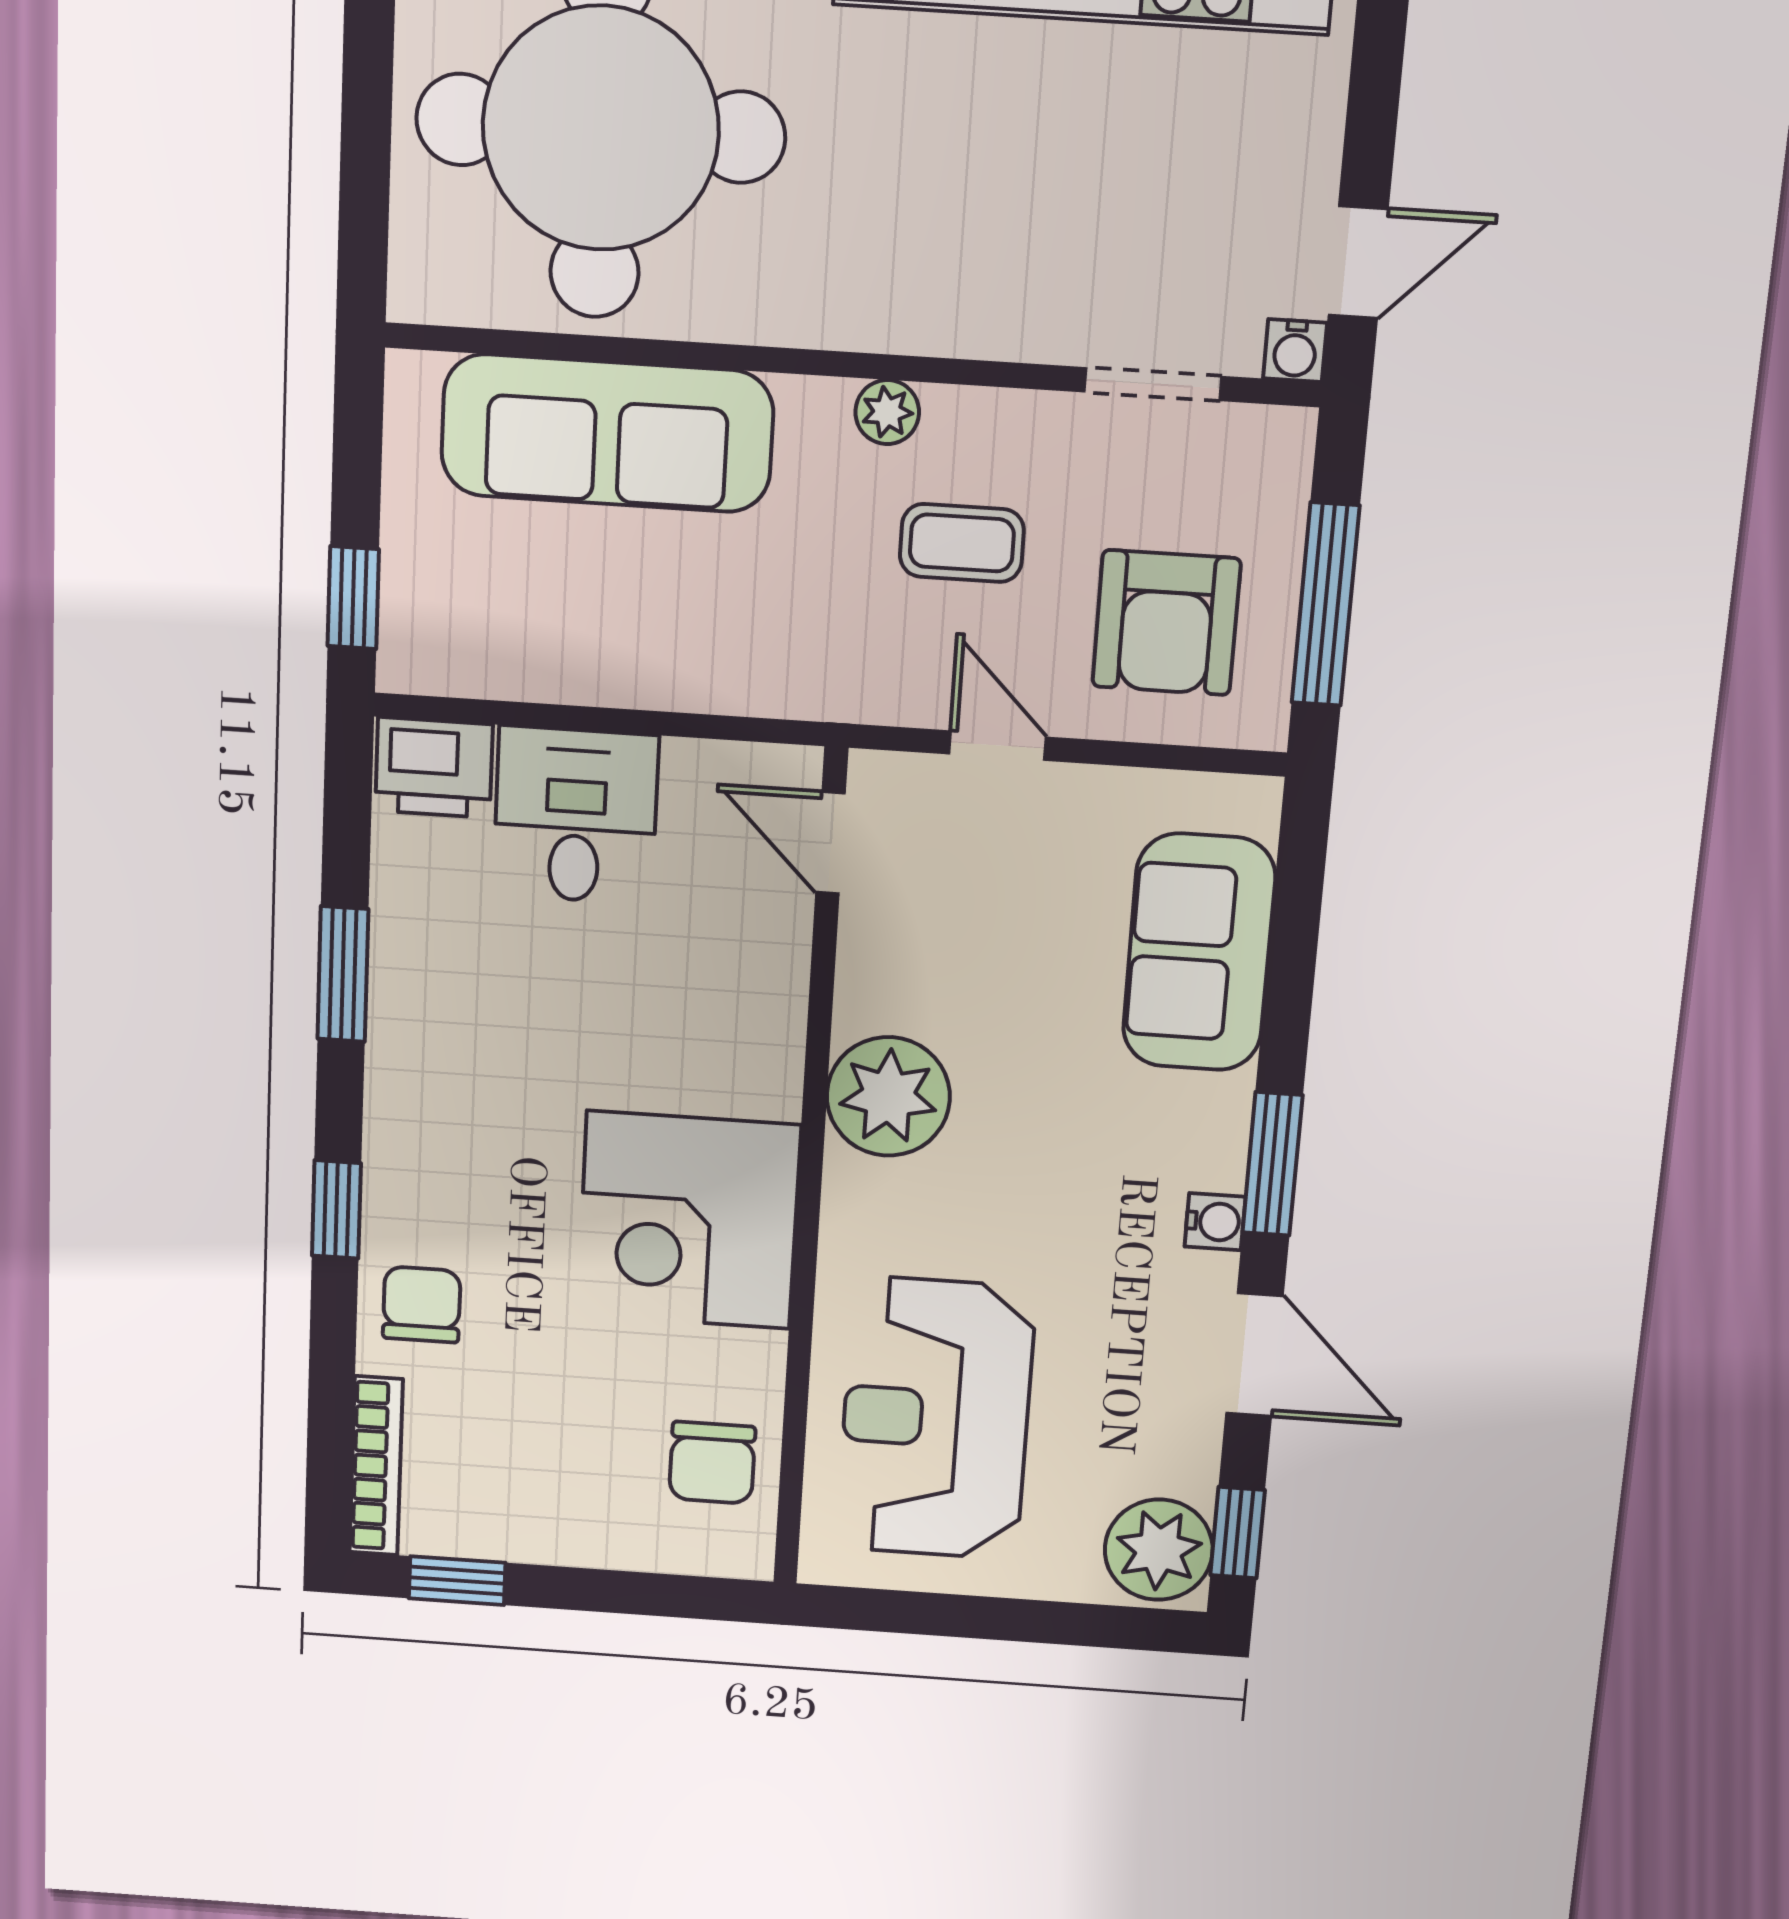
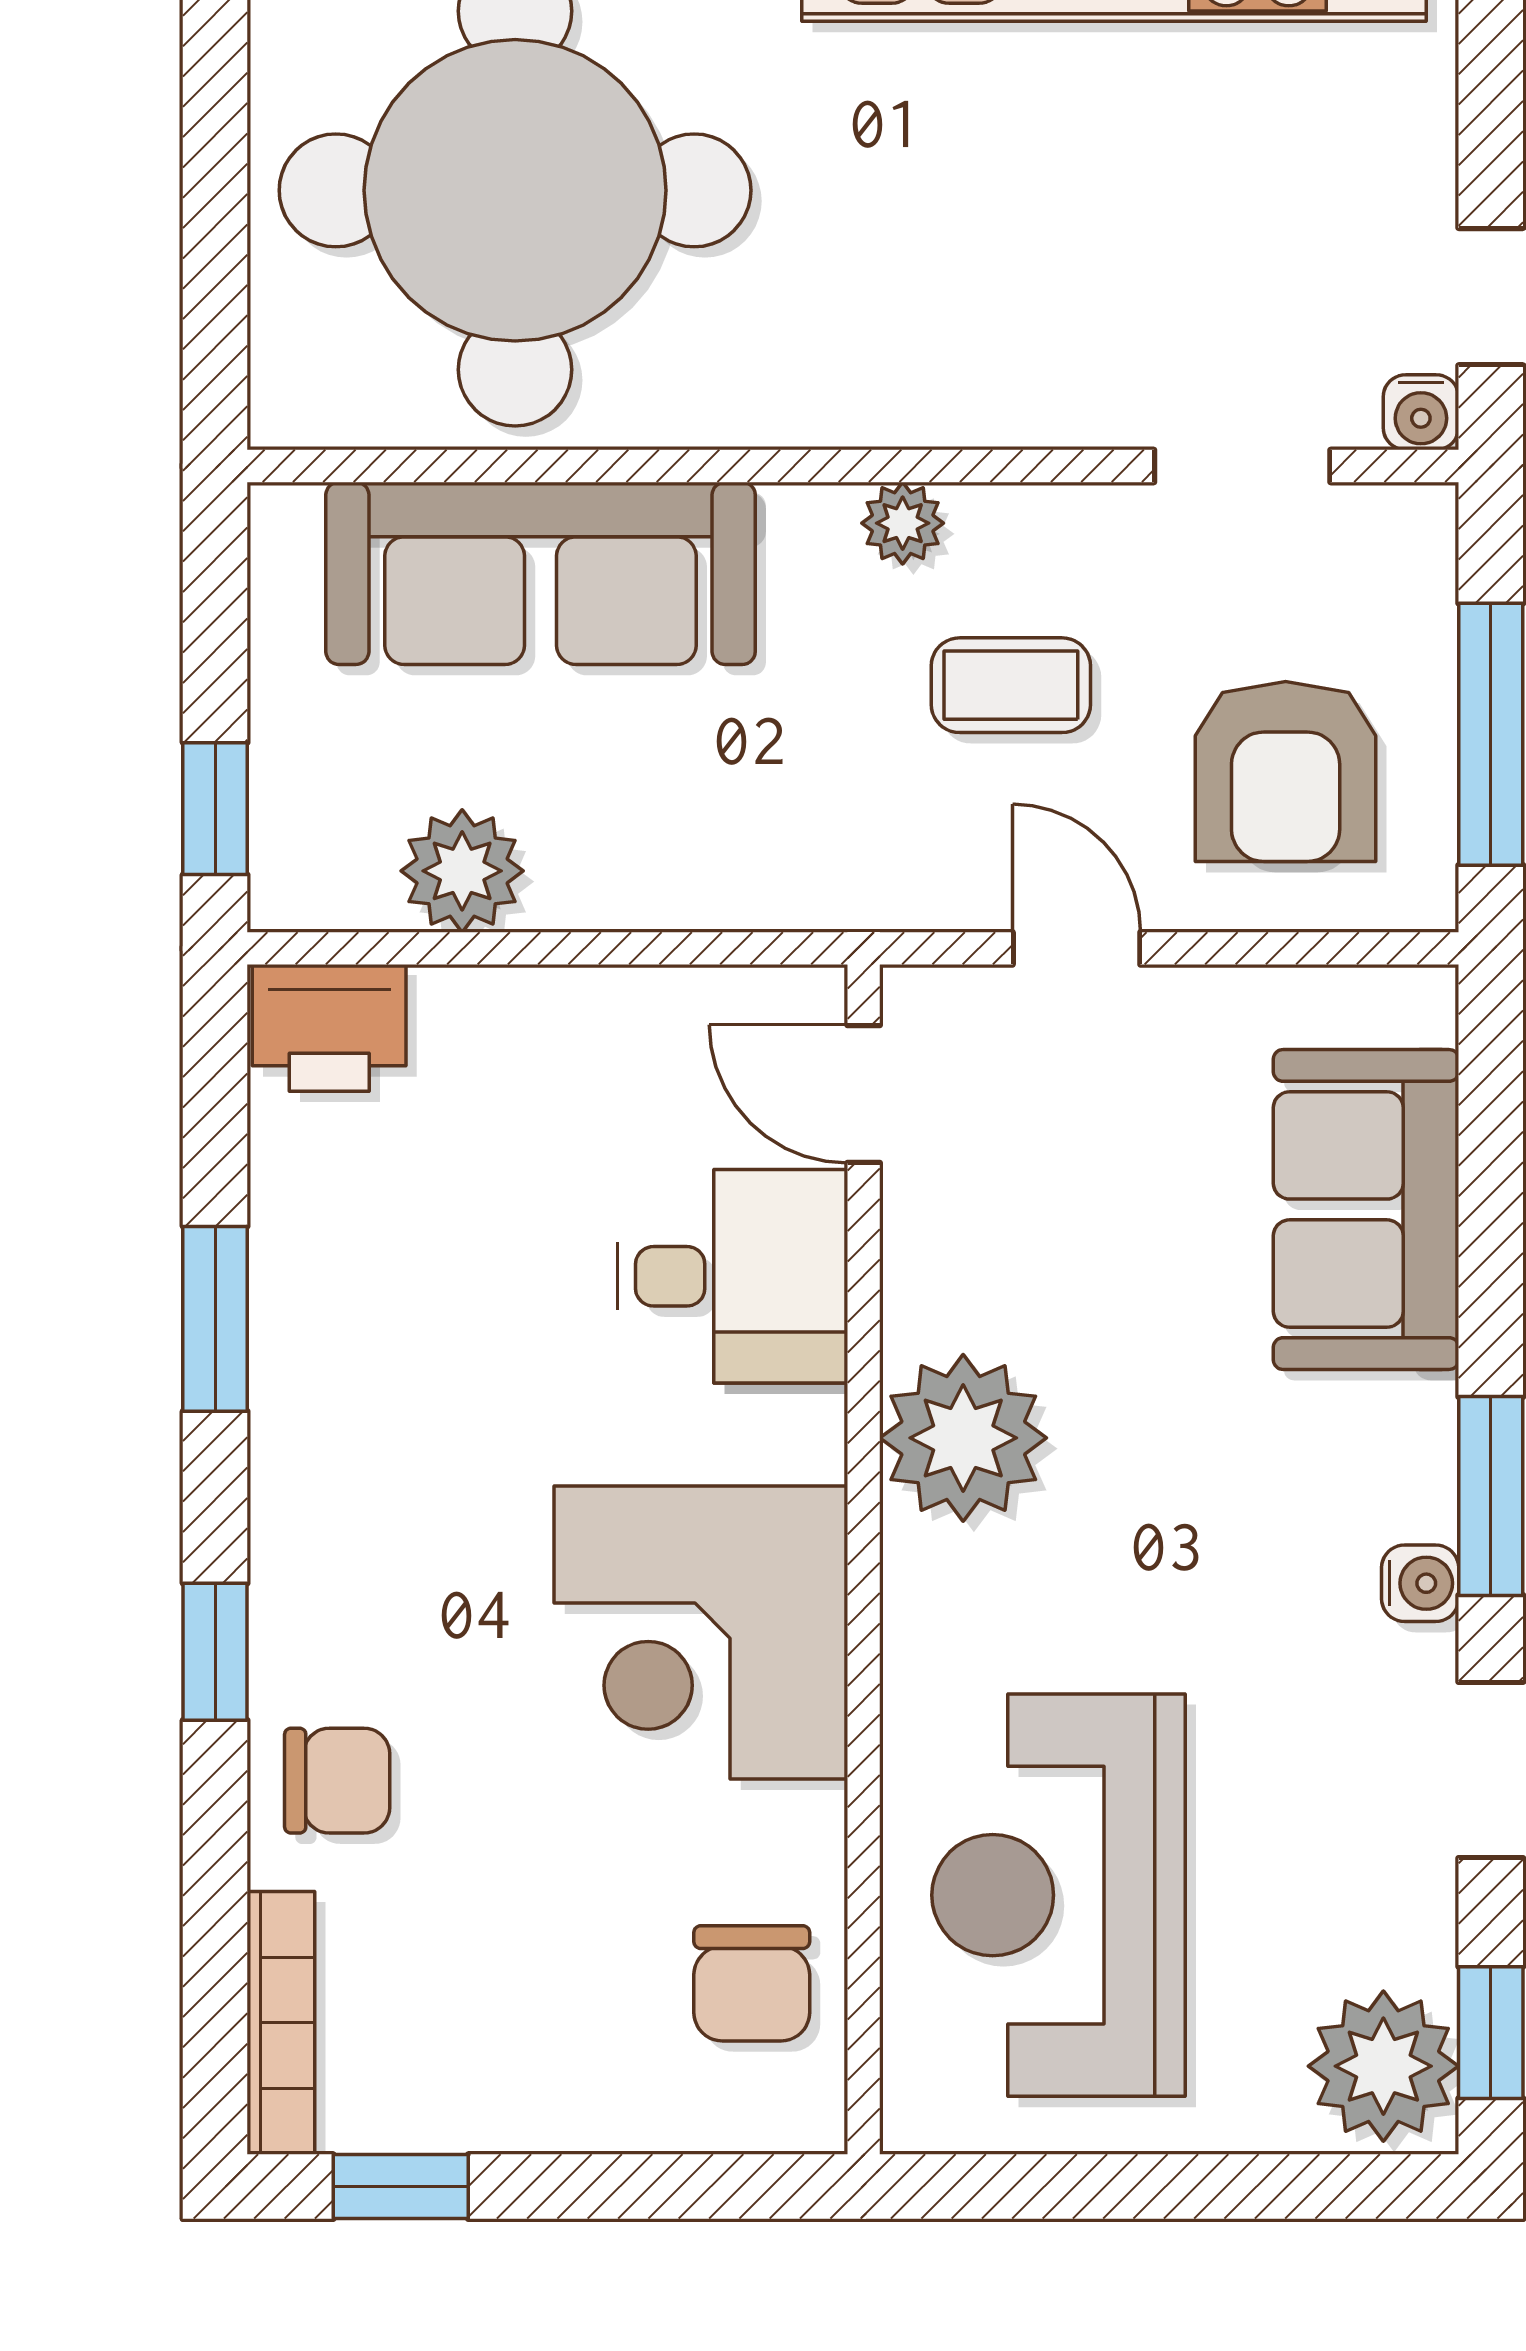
plant: (538, 657) -> (462, 871), added
desk: (576, 815) -> (732, 1276), moved, turned 90
chair: (422, 1305) -> (337, 1781), turned 90

